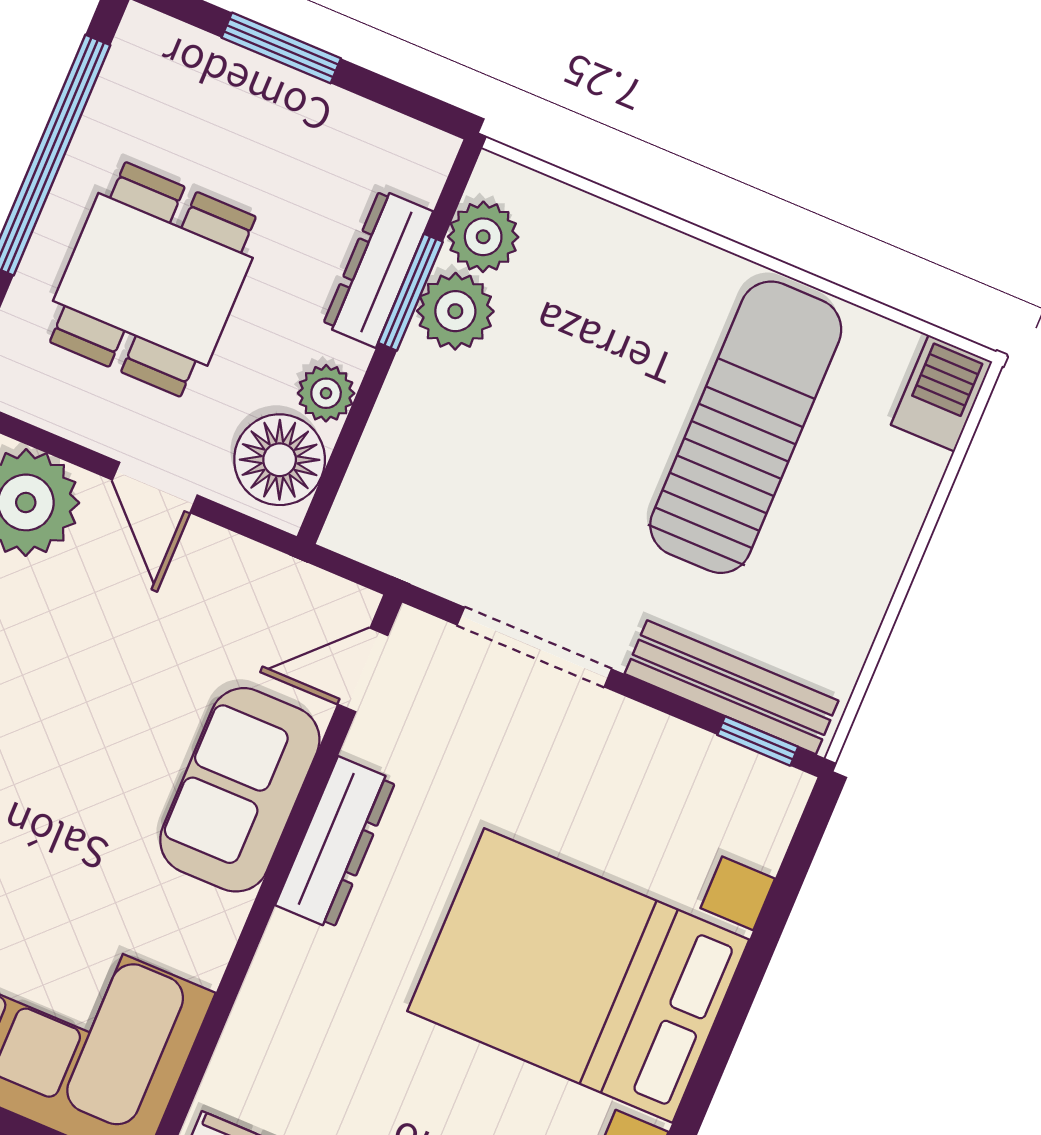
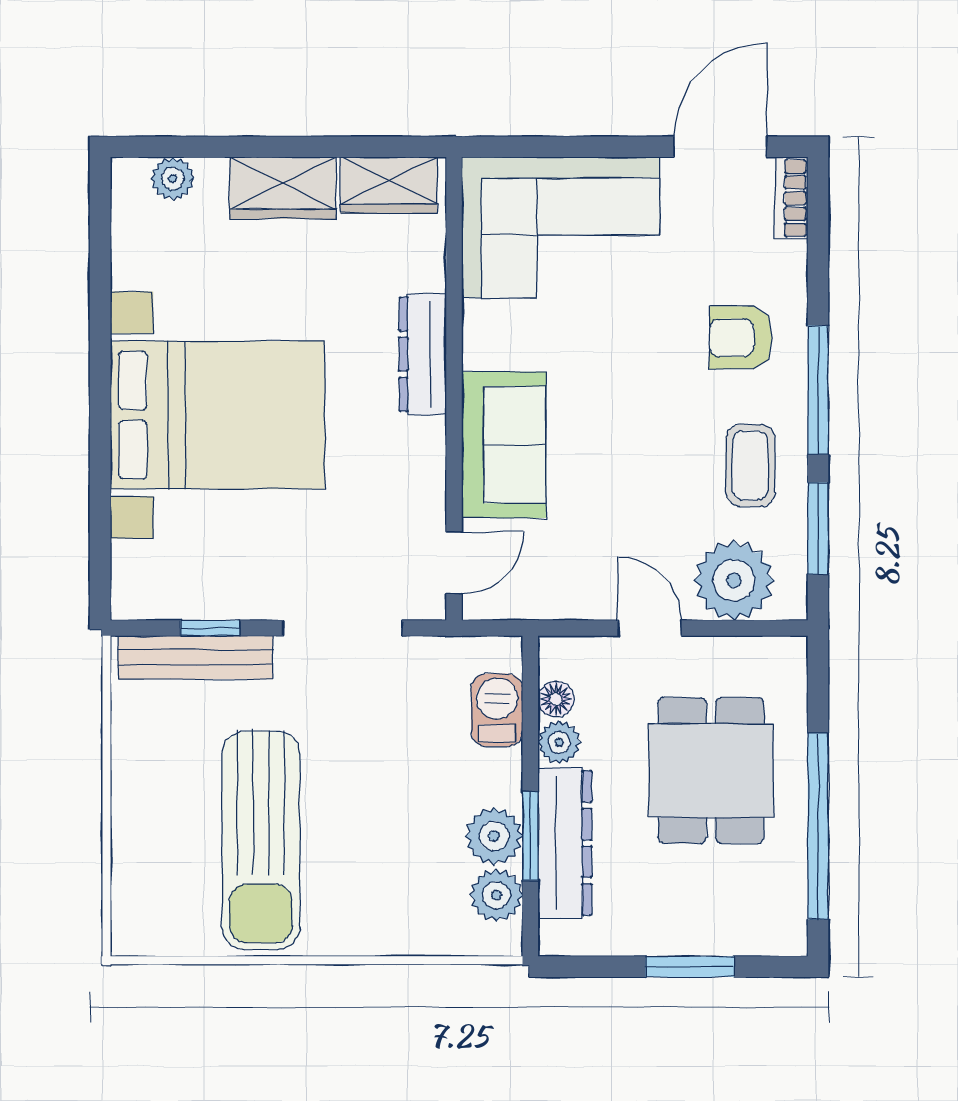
dresser: (378, 268) -> (565, 843), width x1.37, depth x1.24
barbecue: (942, 393) -> (497, 710), moved, turned 180
floor lamp: (280, 460) -> (556, 699), width x0.53, depth x0.53
window: (758, 741) -> (210, 628), moved
dresser: (336, 843) -> (423, 354), moved

